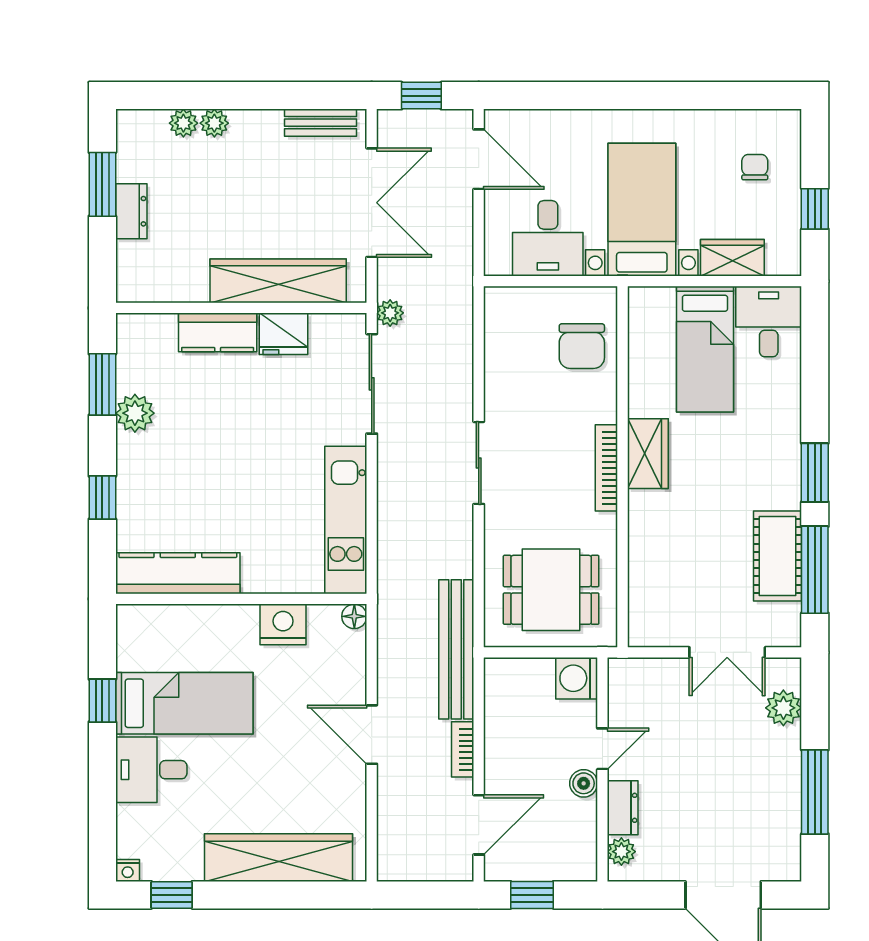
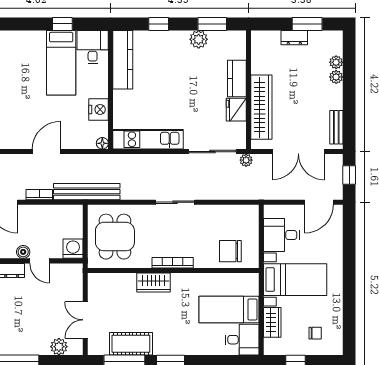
wardrobe: (648, 454) -> (154, 282), moved
desk: (151, 770) -> (93, 47), moved

